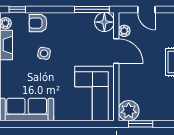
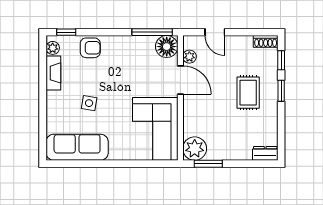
armchair: (38, 23) -> (90, 48), turned 180
side table: (44, 53) -> (89, 103), moved

